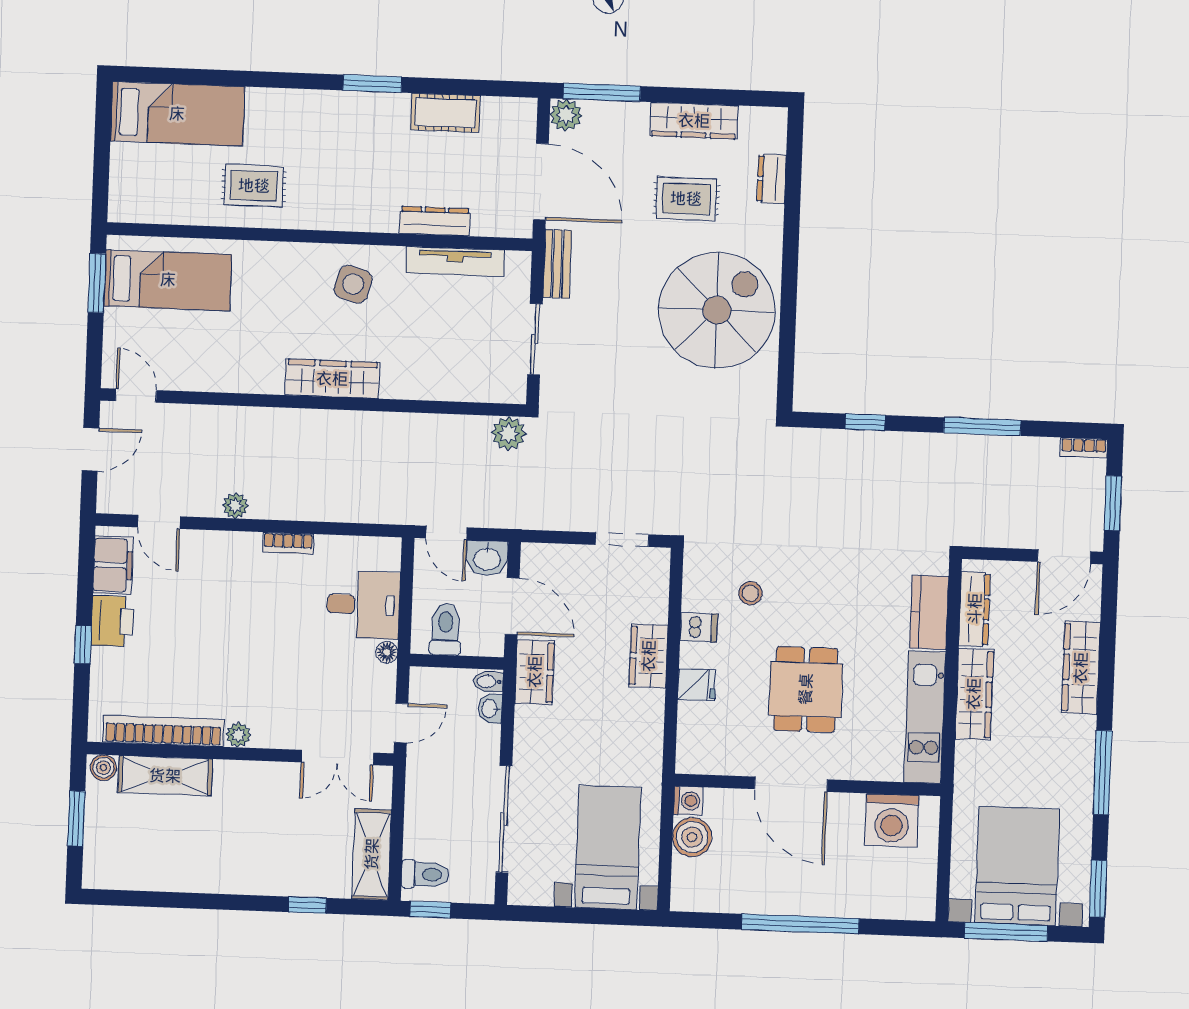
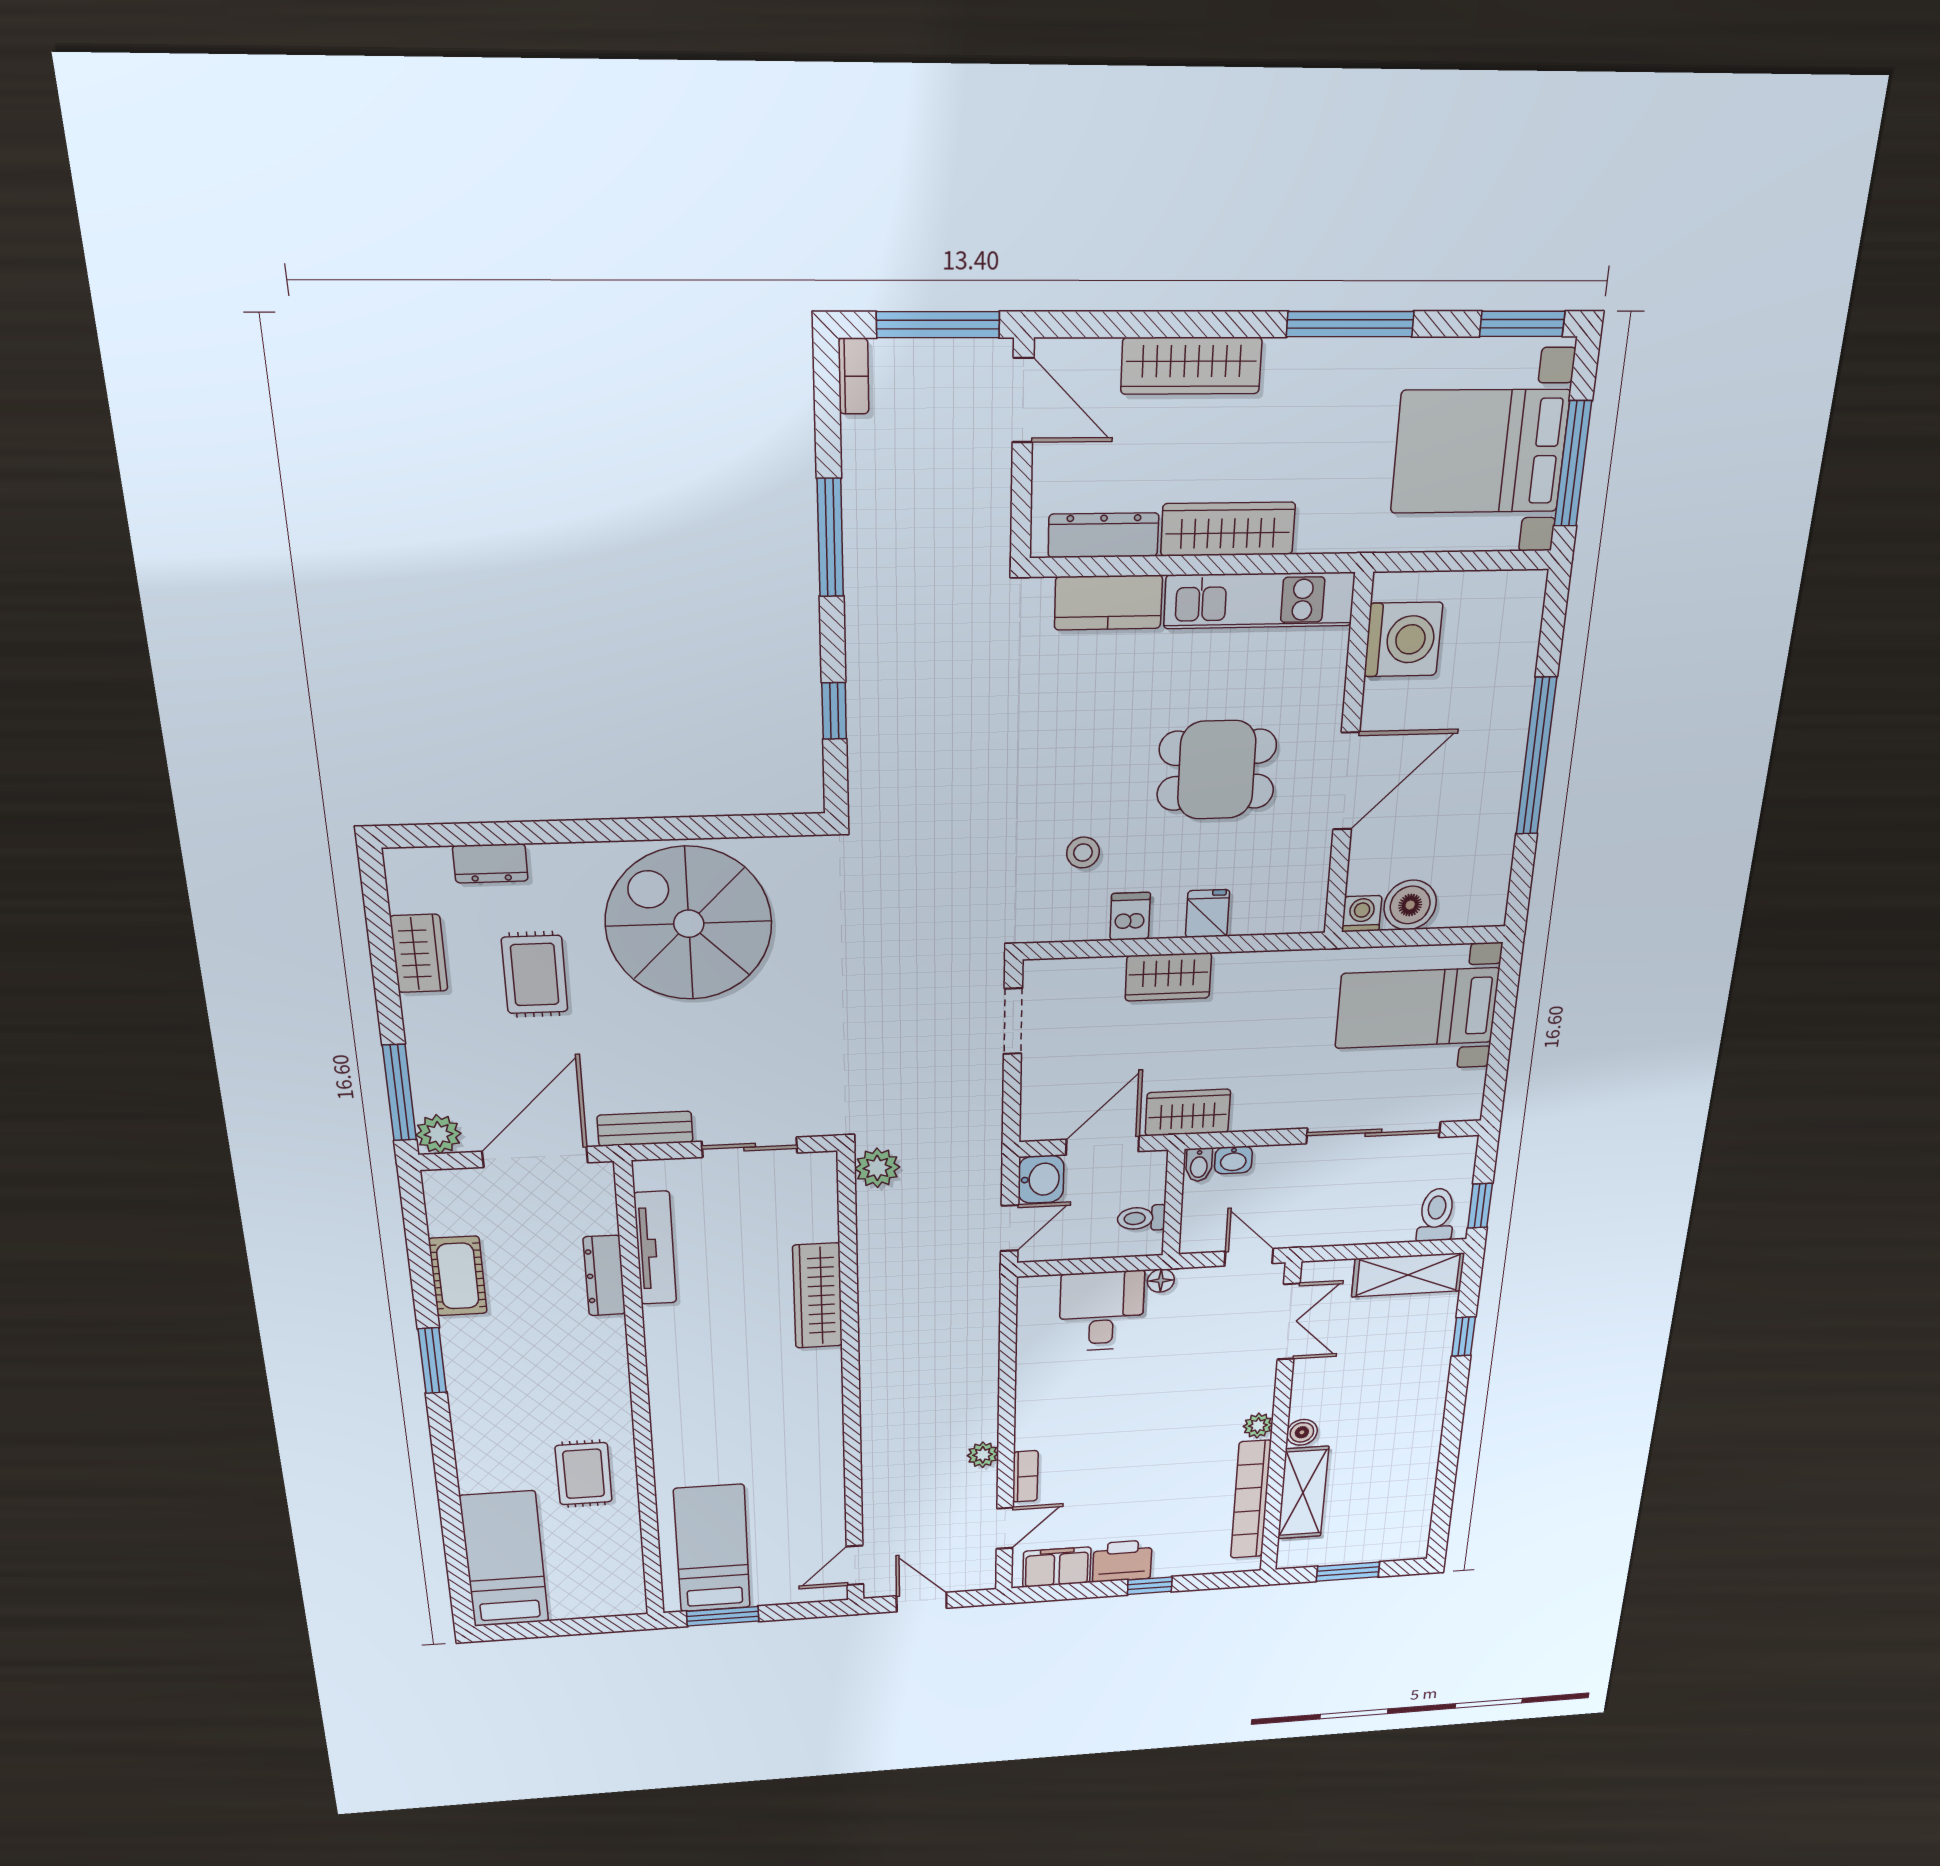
wardrobe: (694, 121) -> (419, 954), width x0.67
side table: (353, 284) -> (697, 1358), removed
wardrobe: (332, 379) -> (818, 1296), moved
window: (1113, 503) -> (938, 325), width x1.44
bookcase: (288, 543) -> (1025, 1476), moved
toilet: (445, 629) -> (1141, 1218), width x0.73, depth x0.72
boiler: (103, 768) -> (1302, 1432), moved

